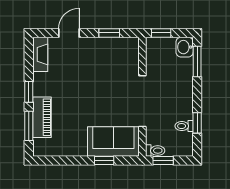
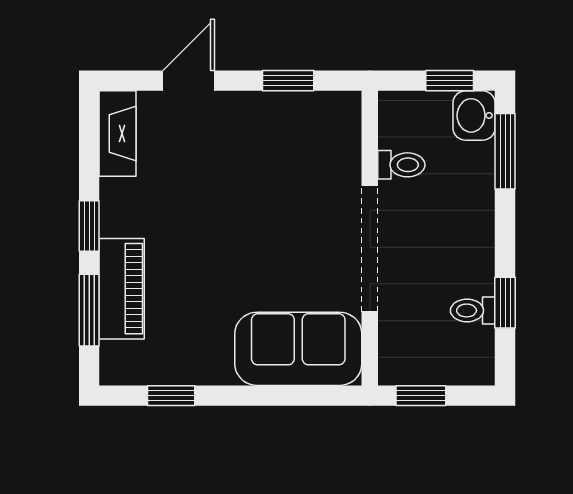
window: (161, 33) -> (450, 81), moved
toilet: (155, 151) -> (401, 165), moved
window: (104, 160) -> (171, 396), moved

